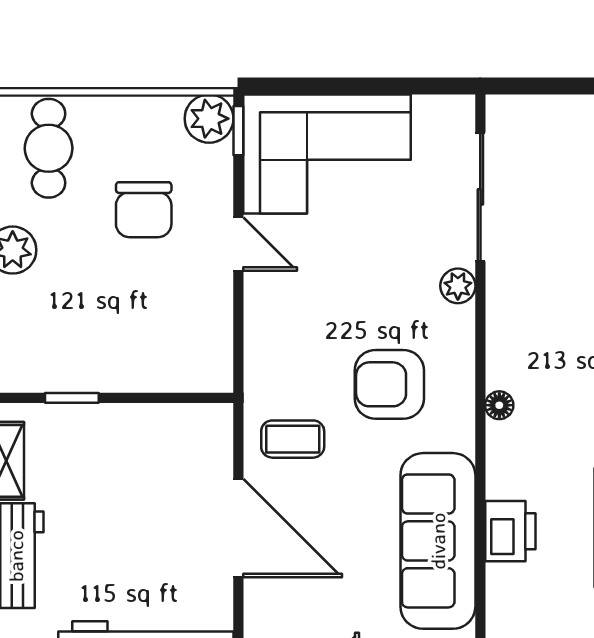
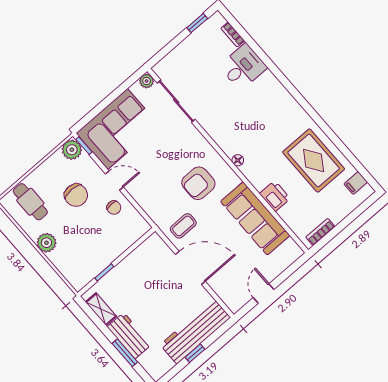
plant: (458, 286) -> (147, 81), moved
chair: (194, 293) -> (114, 208), added

